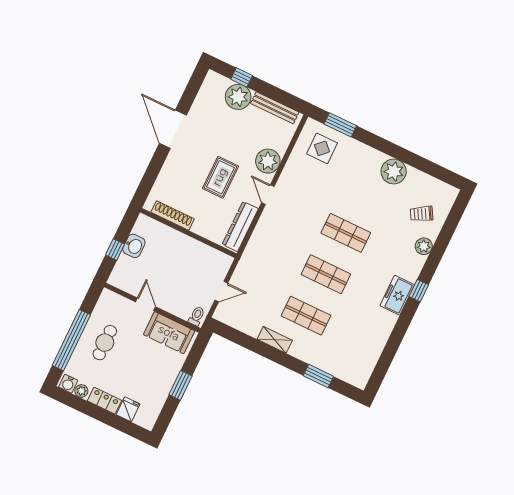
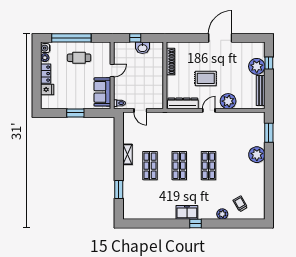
display table: (322, 148) -> (250, 129), removed
plant: (394, 172) -> (257, 155), moved

